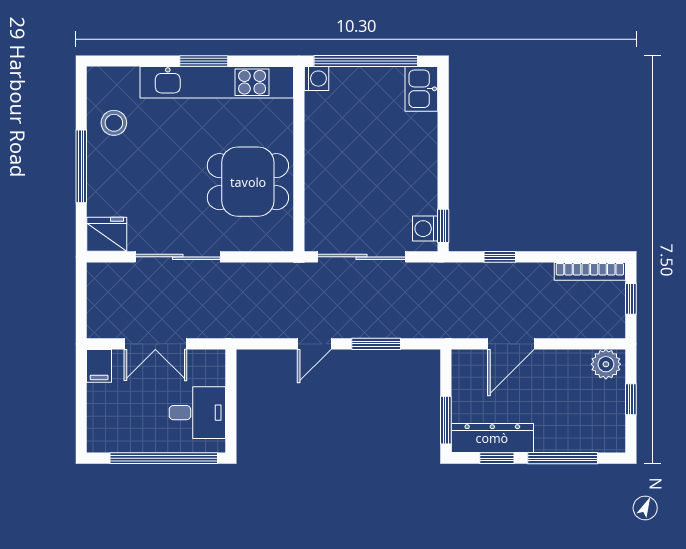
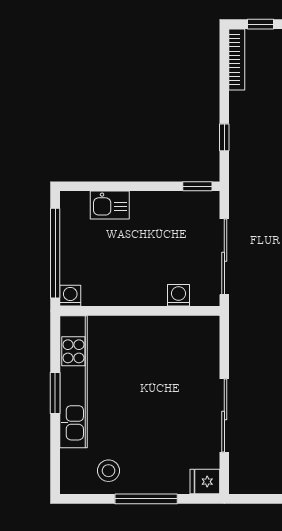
kitchen sink: (421, 89) -> (110, 205), moved
dining table: (248, 182) -> (159, 355), removed
washing machine: (425, 229) -> (179, 295), moved, turned 180
fridge: (107, 234) -> (205, 482), width x0.72

